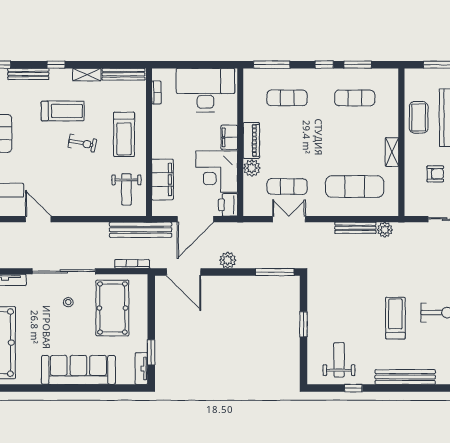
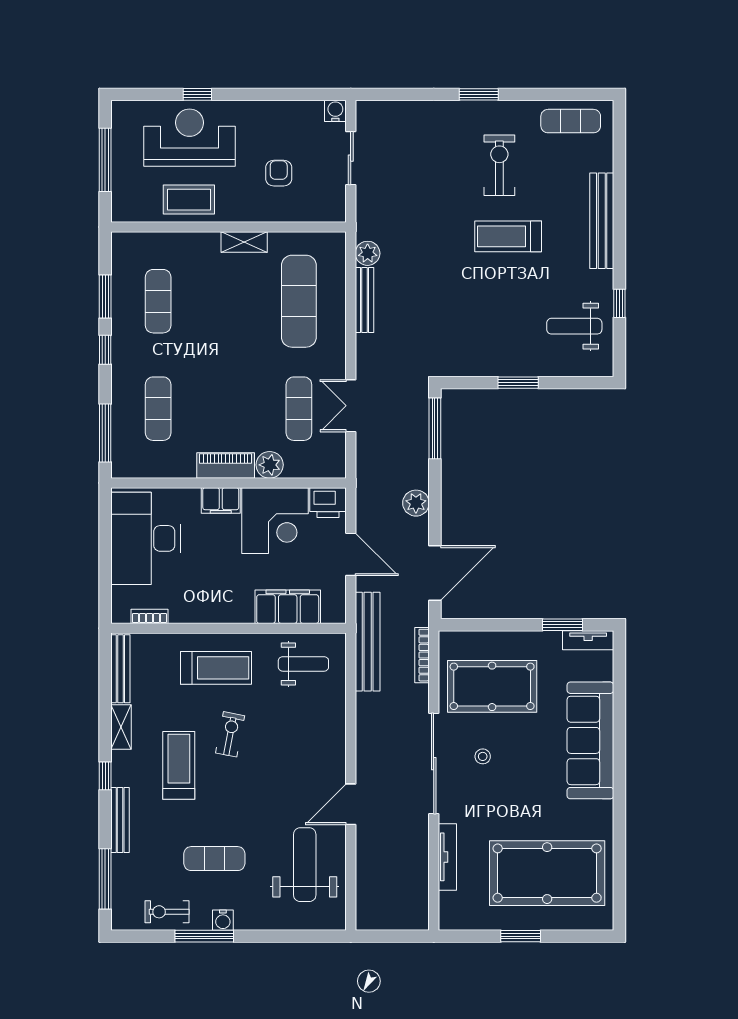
door: (195, 219) -> (351, 554), width x0.73

